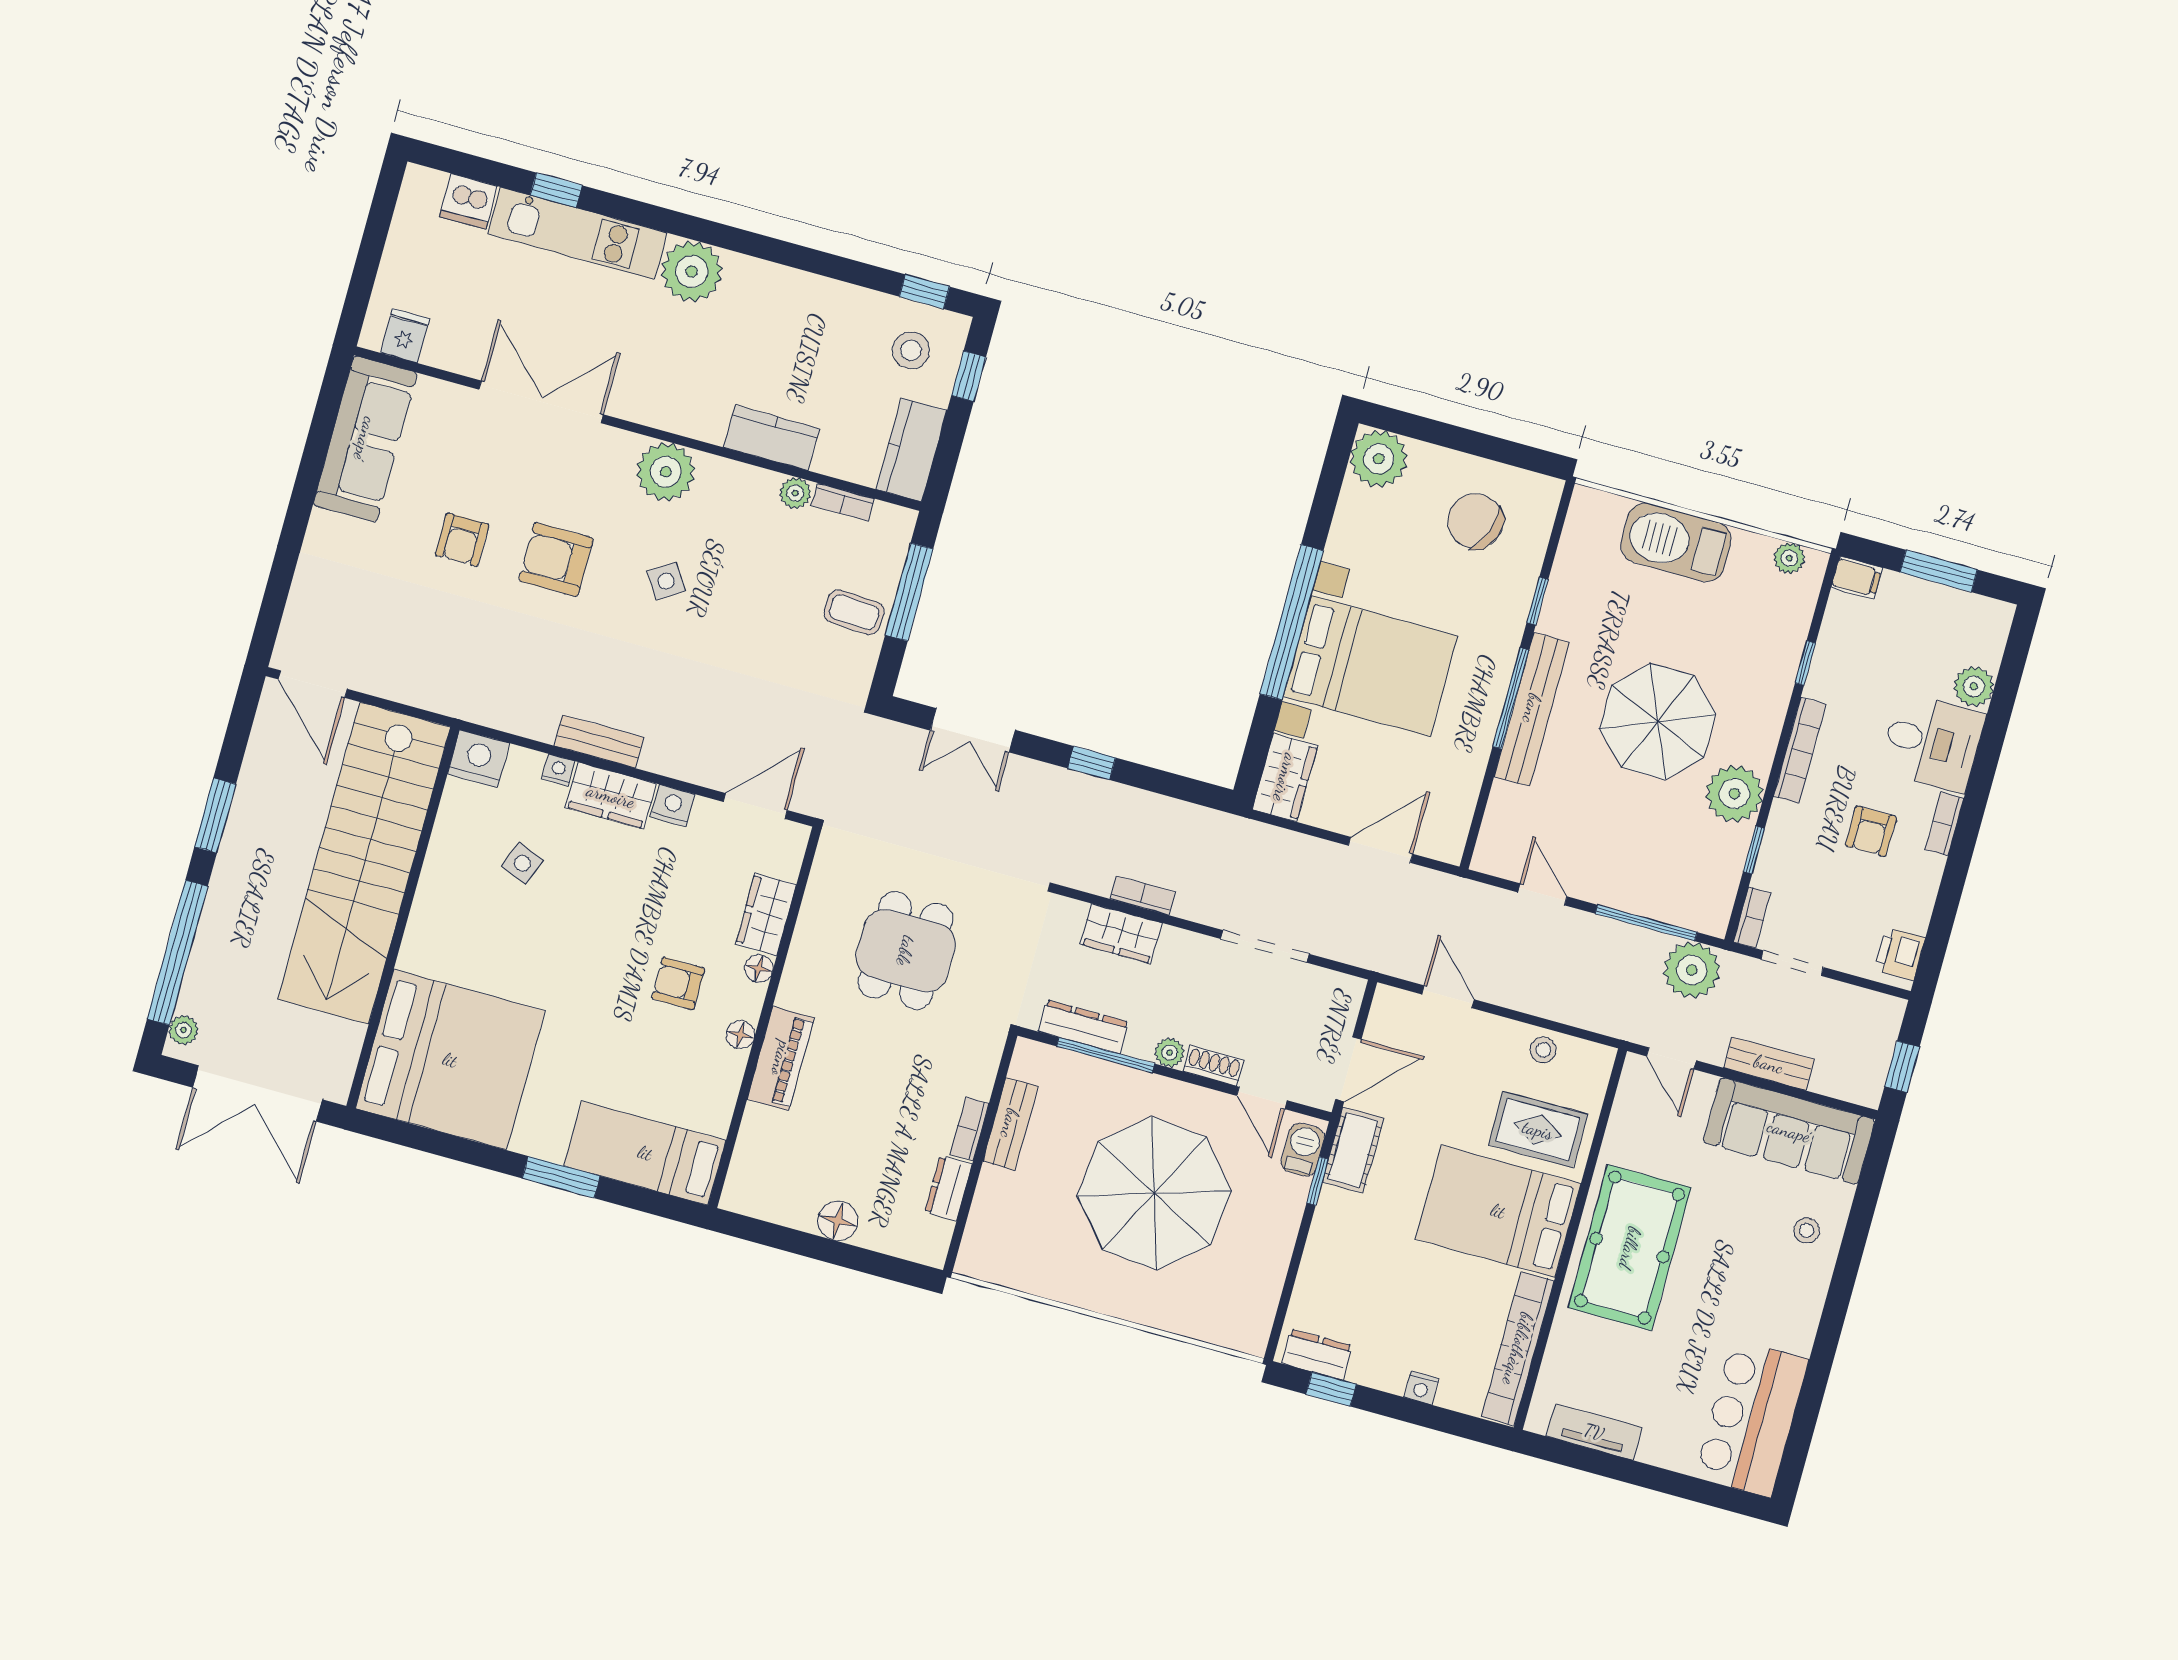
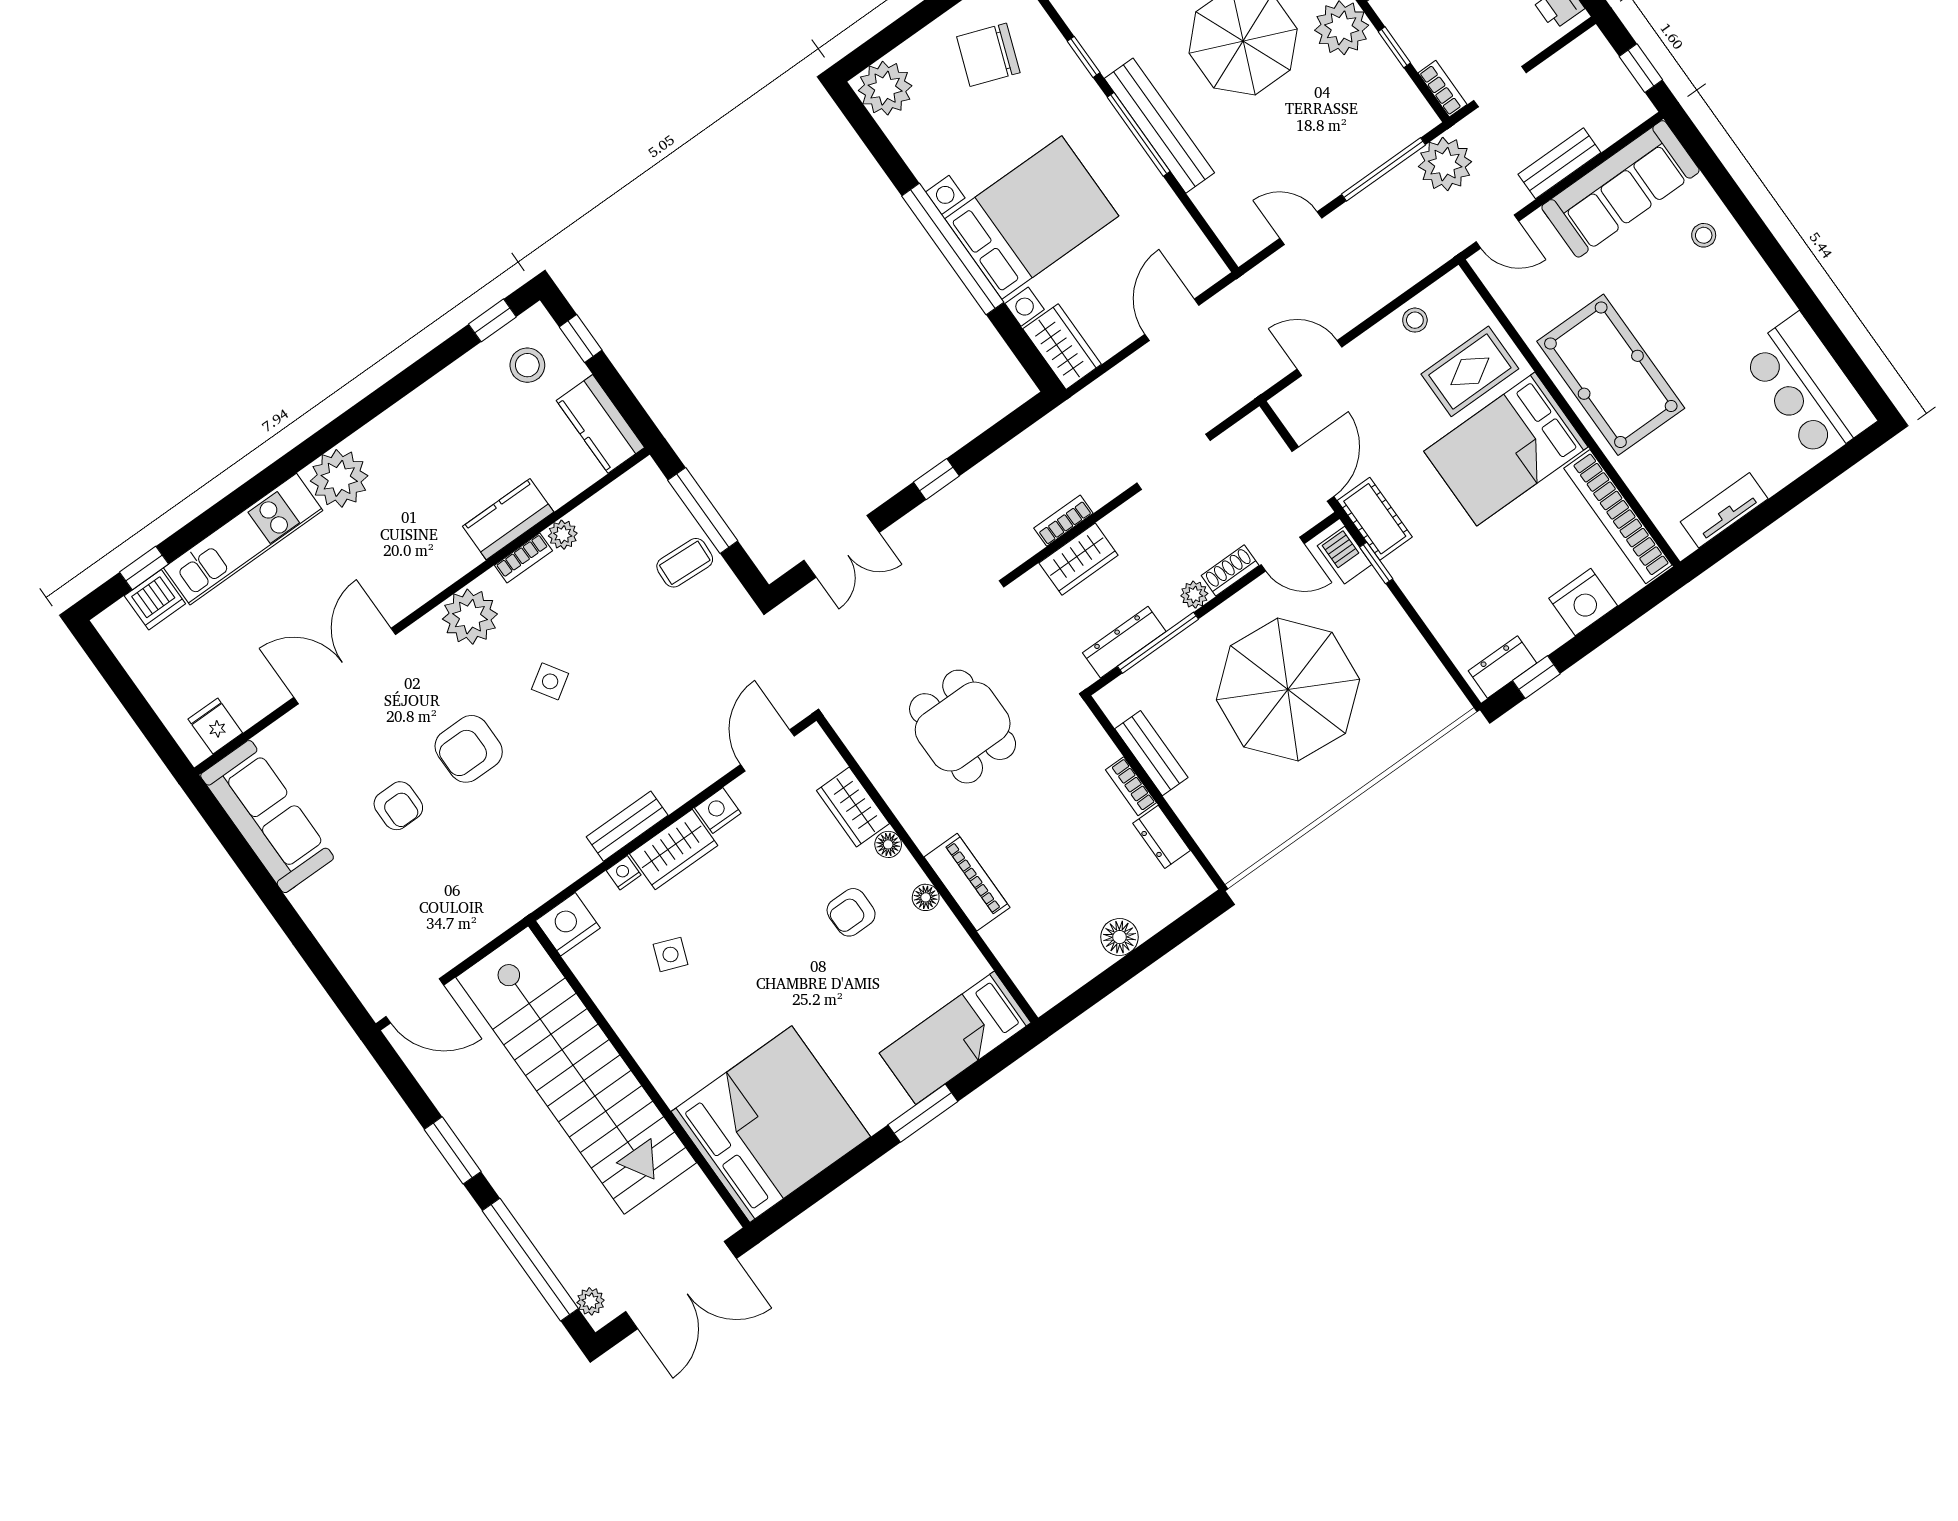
window: (556, 190) -> (144, 568), moved
bookcase: (843, 502) -> (523, 558), moved
nightstand: (1421, 1388) -> (1583, 602), width x1.89, depth x1.79

